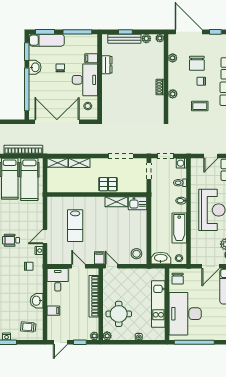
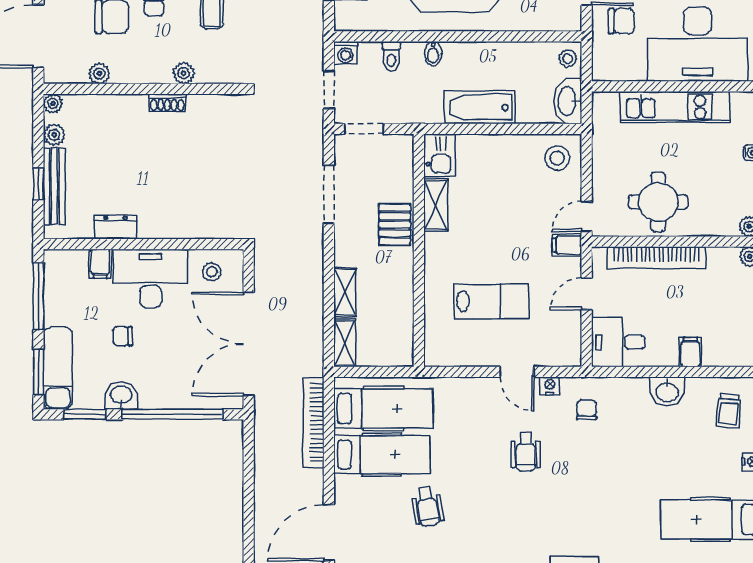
bathtub: (179, 228) -> (480, 107), moved, turned 180
chair: (178, 279) -> (622, 21), moved
round table: (119, 314) -> (658, 202), moved

